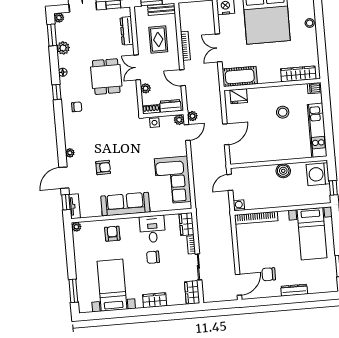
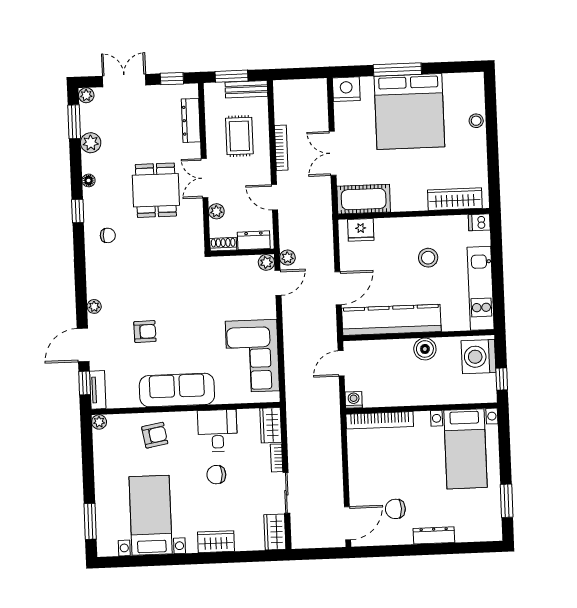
side table: (154, 123) -> (228, 265), removed
kitchen counter: (261, 153) -> (391, 320), added
armchair: (112, 234) -> (155, 435), turned 80

